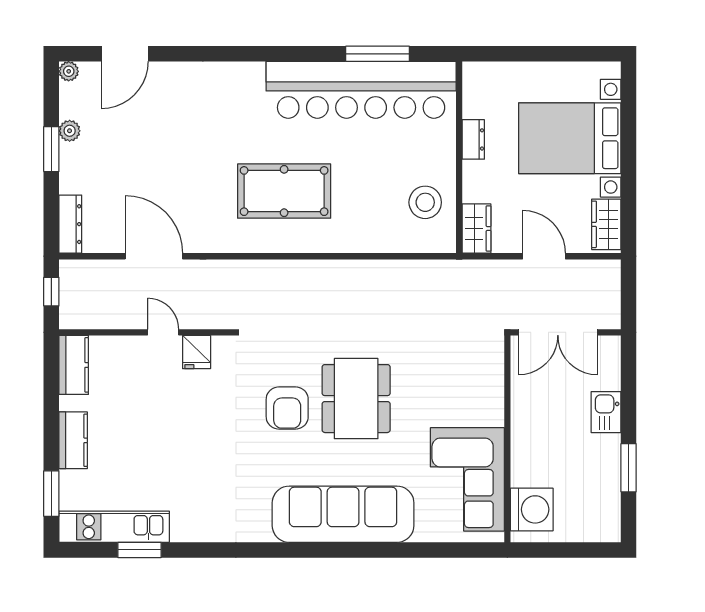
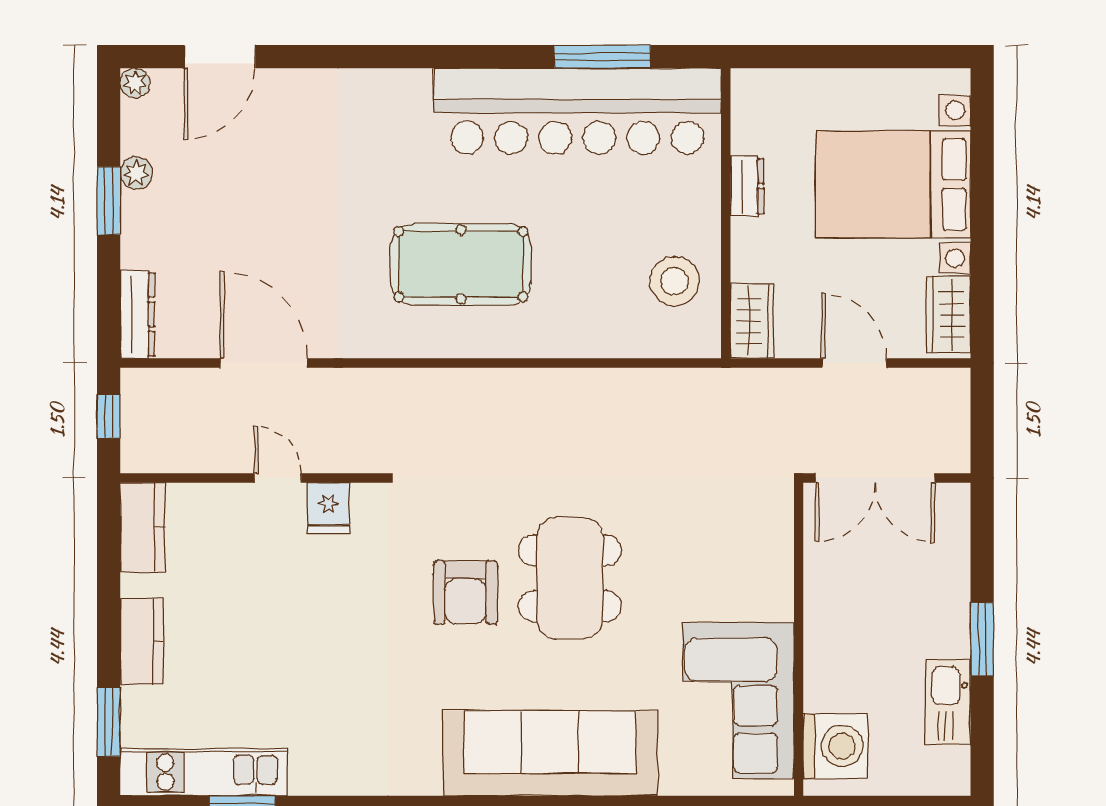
kitchen sink: (606, 412) -> (948, 702), moved, width x1.38
window: (629, 468) -> (982, 639), moved

